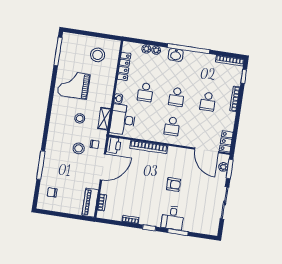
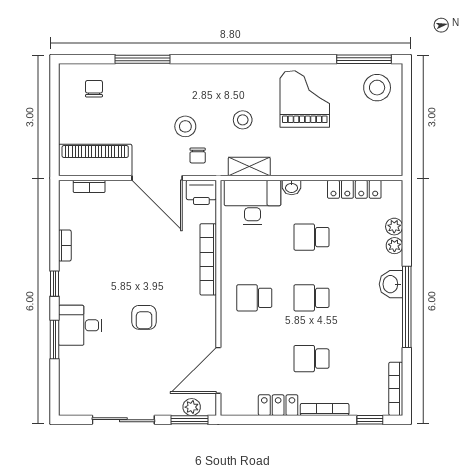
stool: (98, 55) -> (377, 88), moved
locker: (226, 141) -> (278, 405), moved
piano: (90, 203) -> (95, 160), width x1.37, depth x1.33

